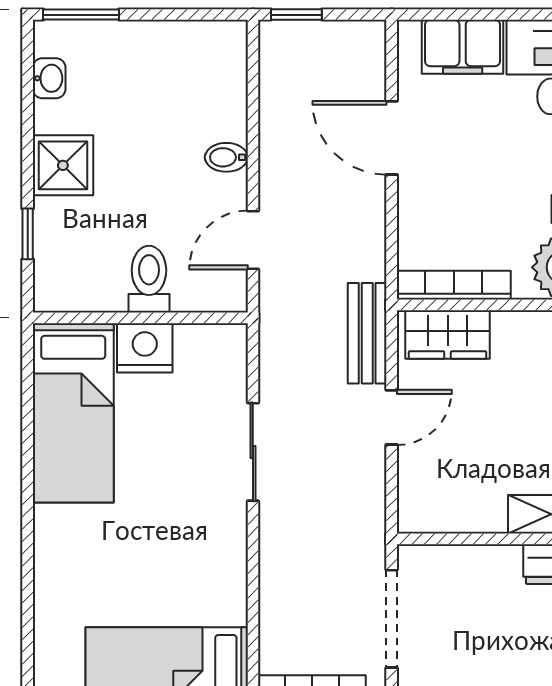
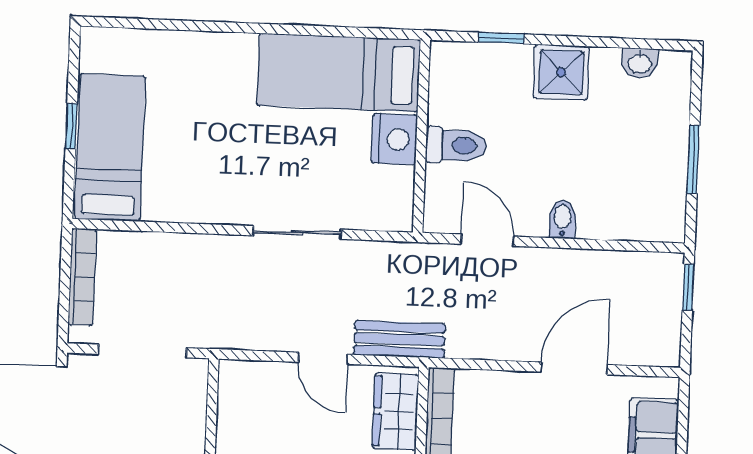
window: (81, 15) -> (693, 159), moved

